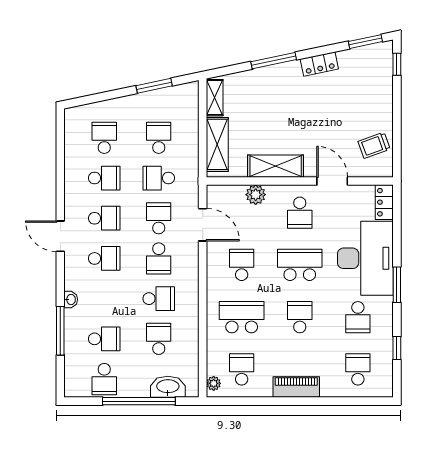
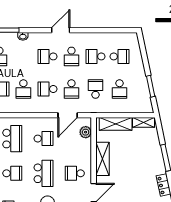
school desk: (159, 138) -> (120, 89), turned 90
school desk: (104, 178) -> (95, 56), turned 90
plant: (256, 195) -> (86, 132), moved
school desk: (159, 218) -> (71, 89), turned 90
school desk: (104, 258) -> (47, 56), turned 90

